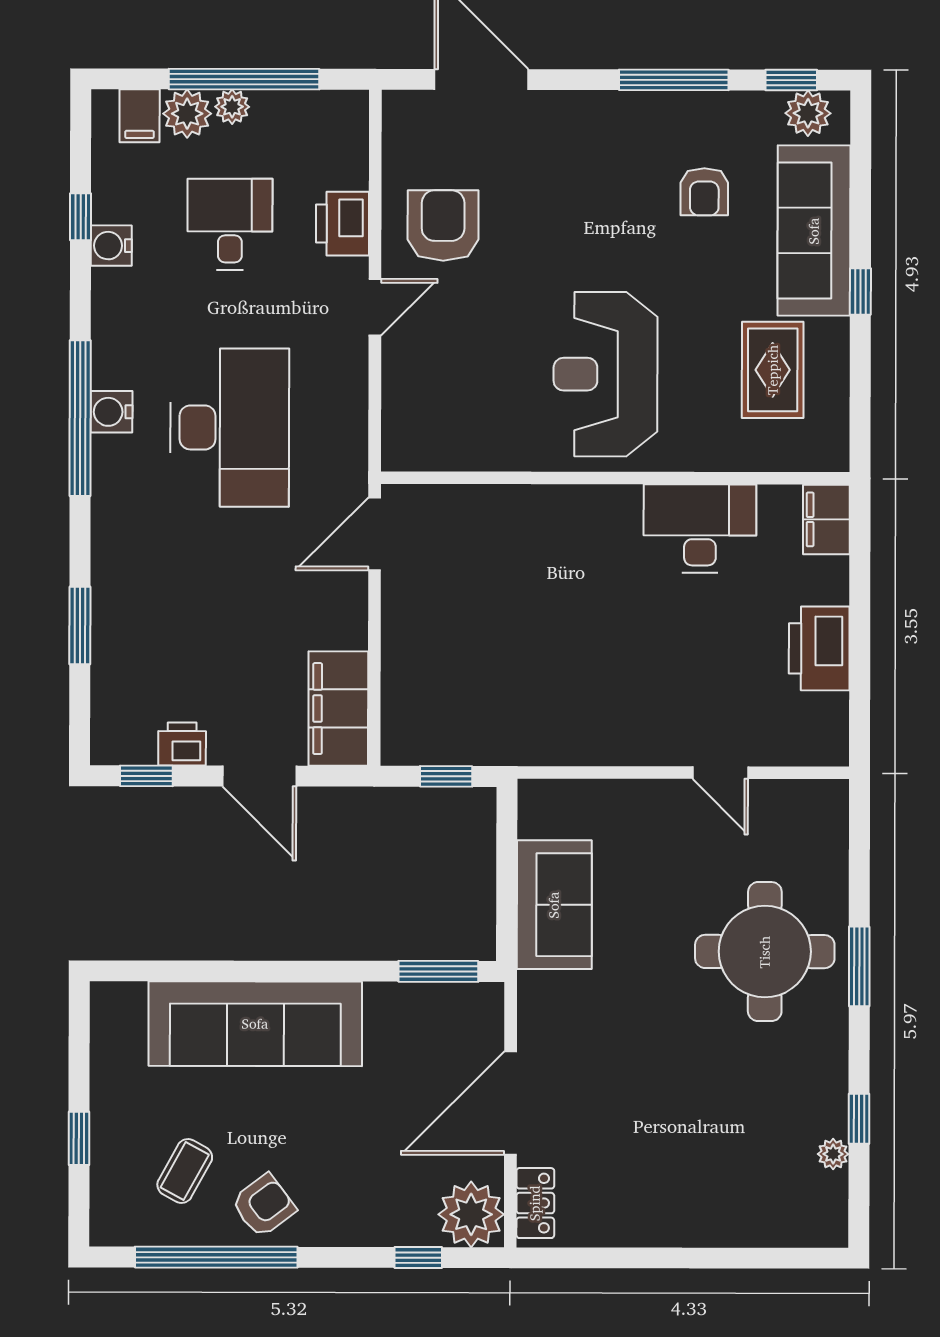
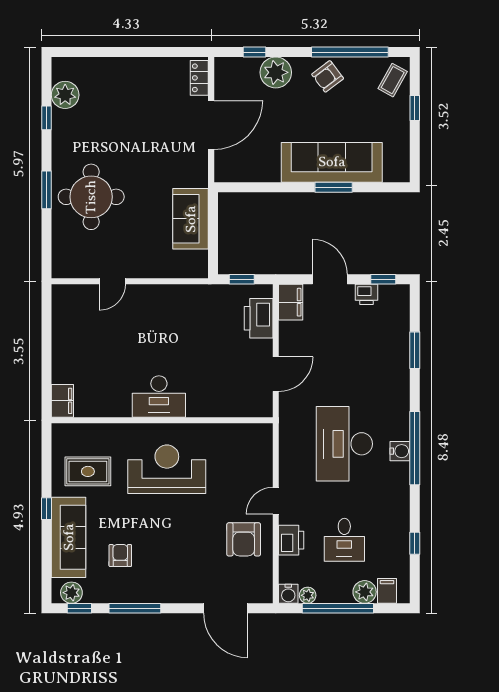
plant: (232, 107) -> (308, 595), moved
water cooler: (111, 246) -> (288, 594), moved, turned 90
rug: (773, 370) -> (88, 471), turned 90
reception desk: (605, 374) -> (167, 469), turned -90
desk: (700, 528) -> (159, 397), moved
door: (375, 534) -> (276, 374), moved
printer: (819, 648) -> (259, 318), moved, turned 180
filing cabinet: (338, 709) -> (291, 302), width x0.67, depth x0.86
door: (720, 773) -> (112, 281), swing flipped
window: (438, 971) -> (334, 187), moved
plant: (833, 1154) -> (65, 95), width x1.88, depth x1.88
coffee table: (185, 1171) -> (393, 80), moved
plant: (471, 1214) -> (276, 72), moved

